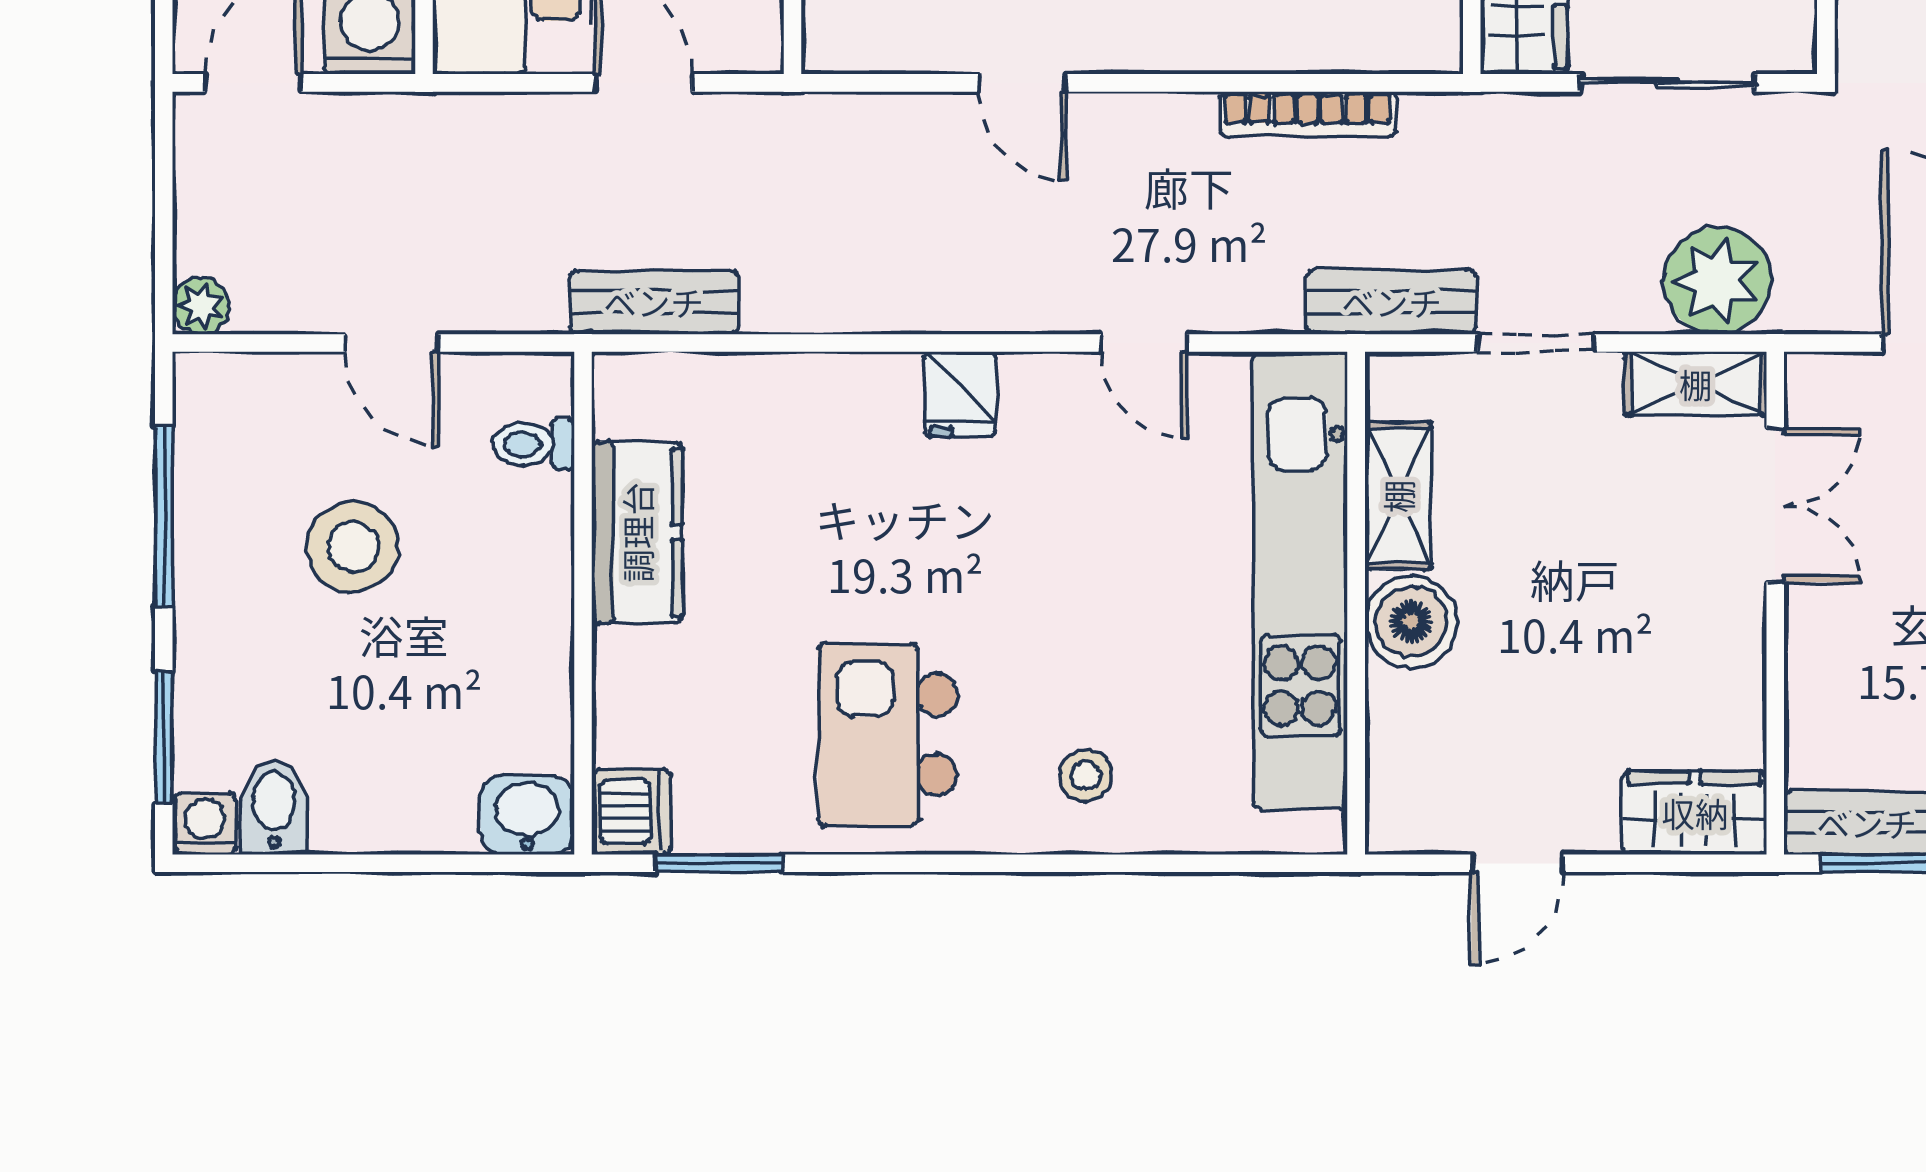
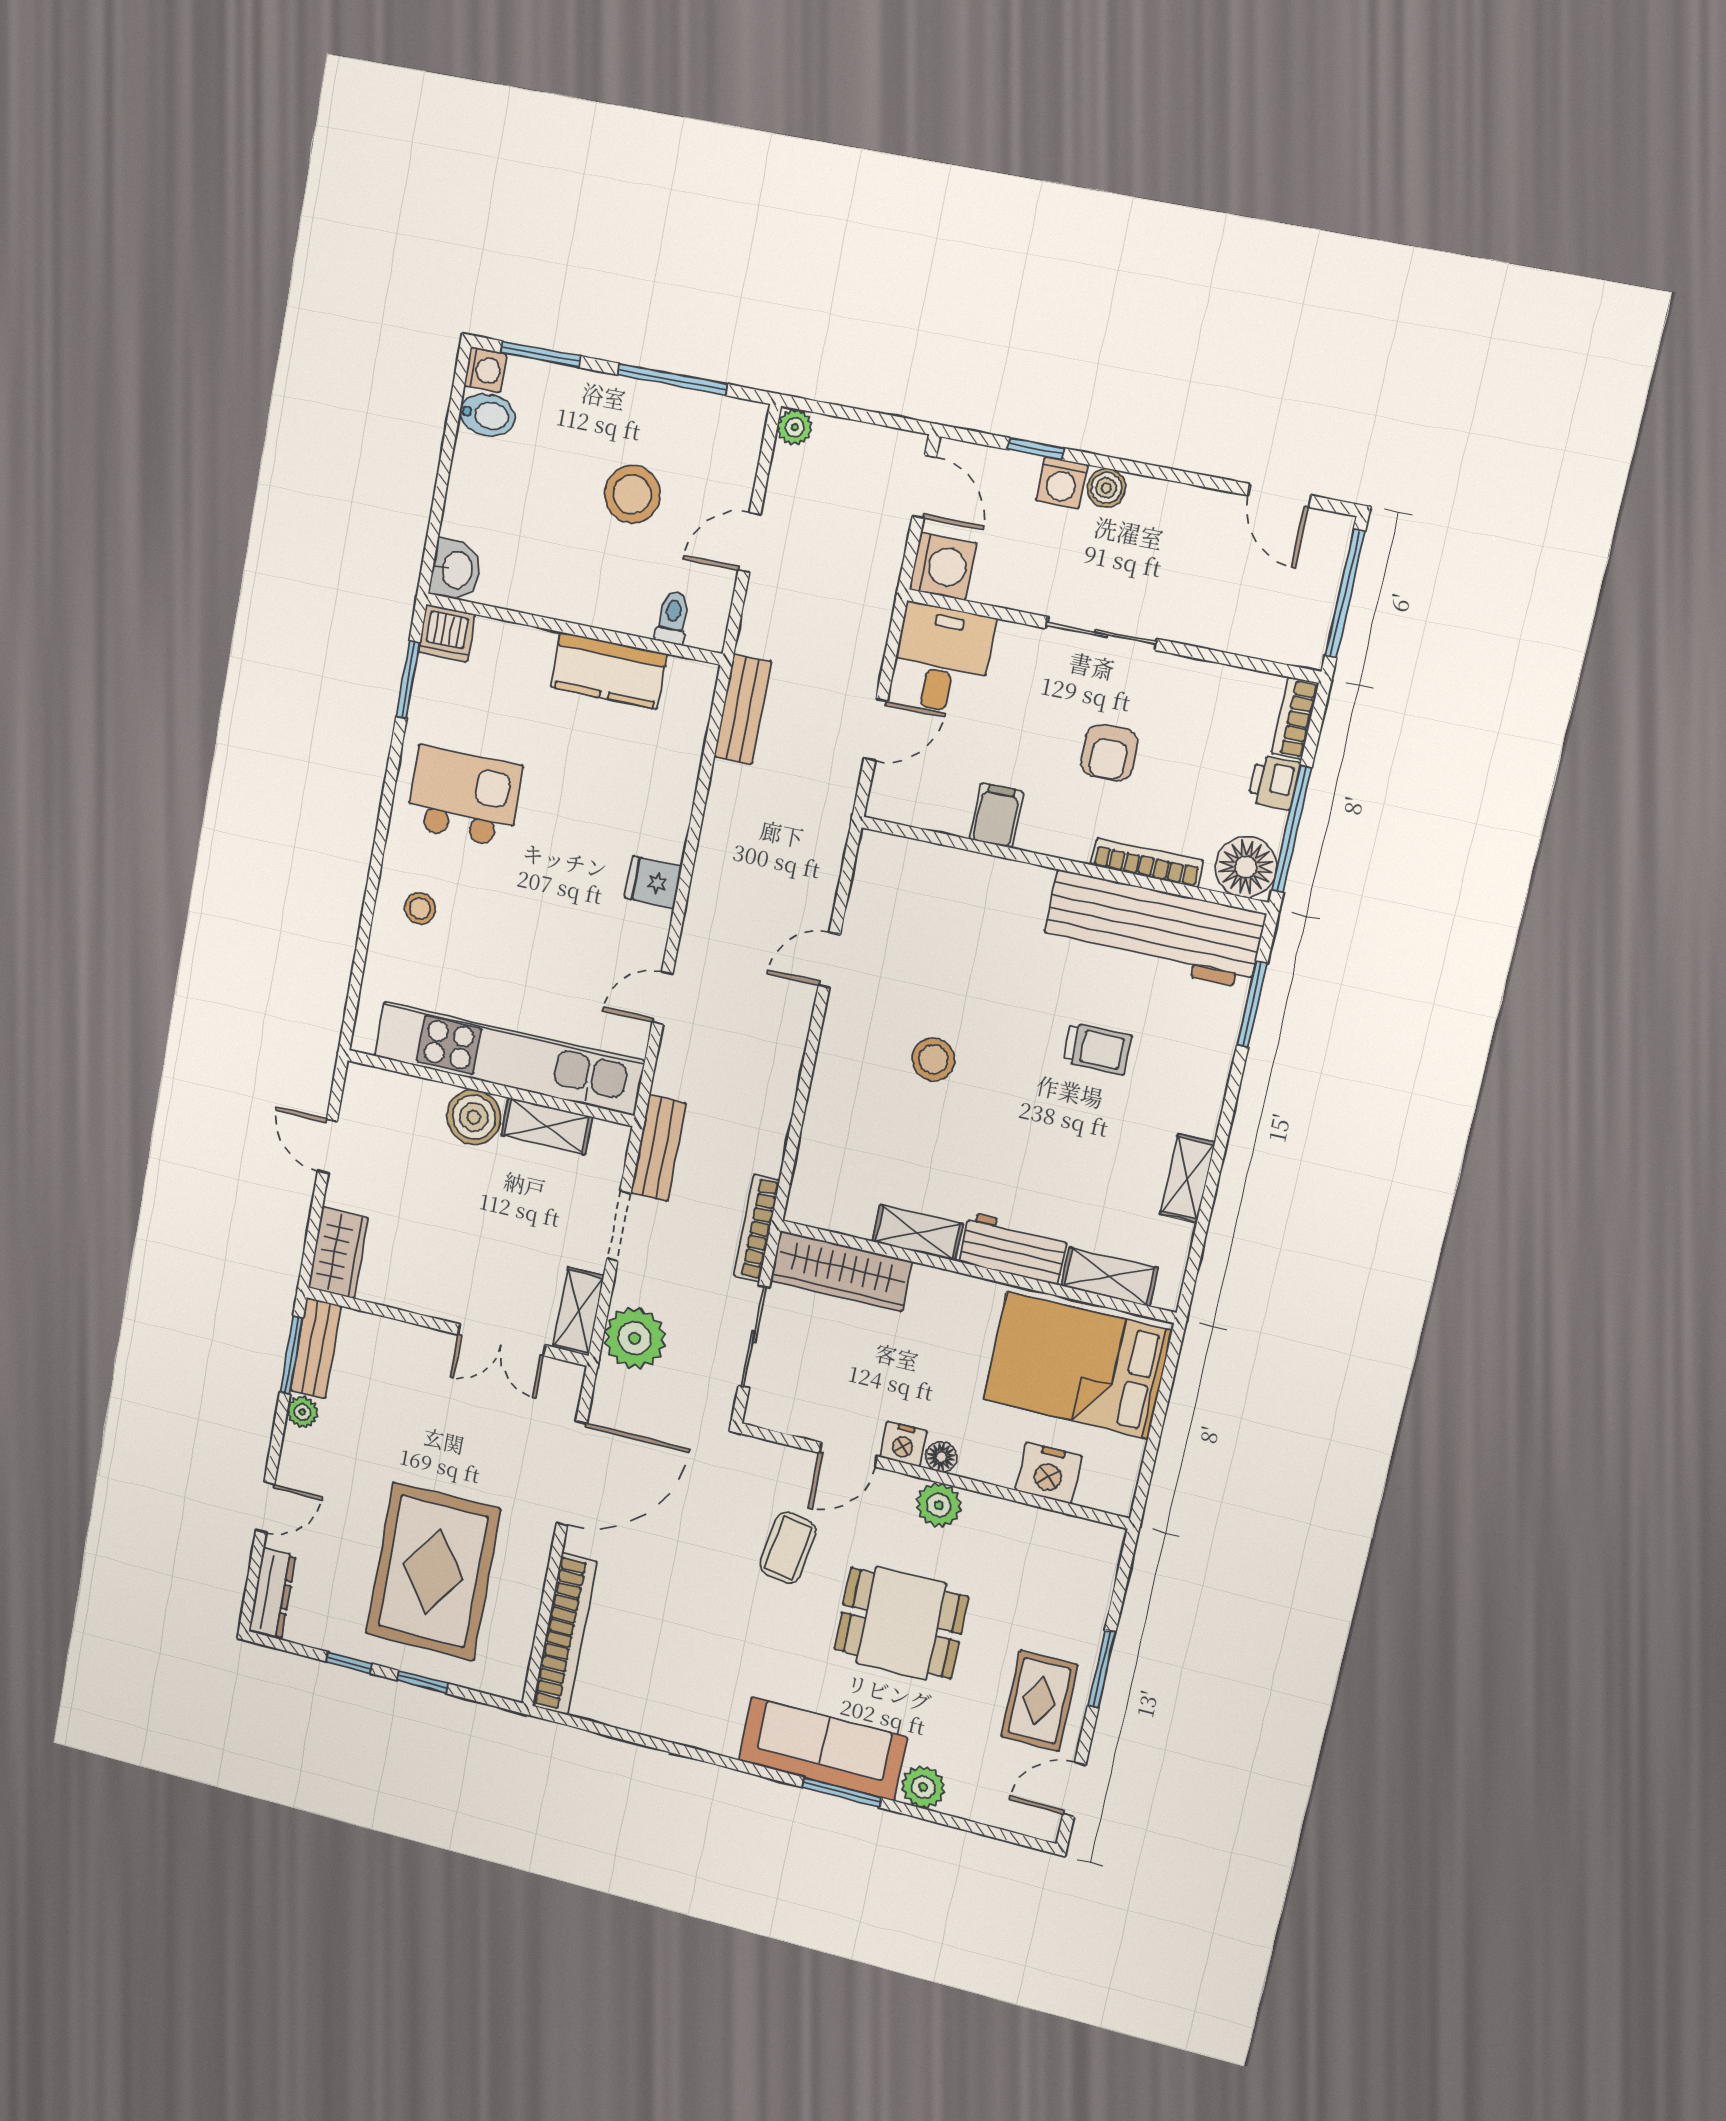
bookcase: (1308, 114) -> (757, 1228), moved

